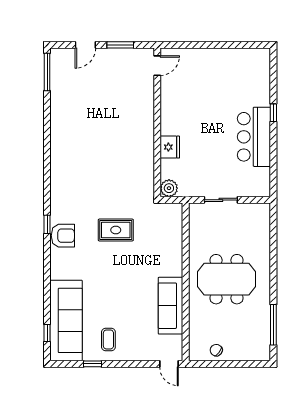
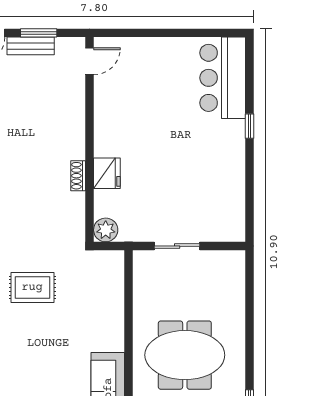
bench: (114, 54) -> (31, 46), added
bar counter: (254, 137) -> (223, 78), moved
shoe rack: (149, 149) -> (78, 176), added

